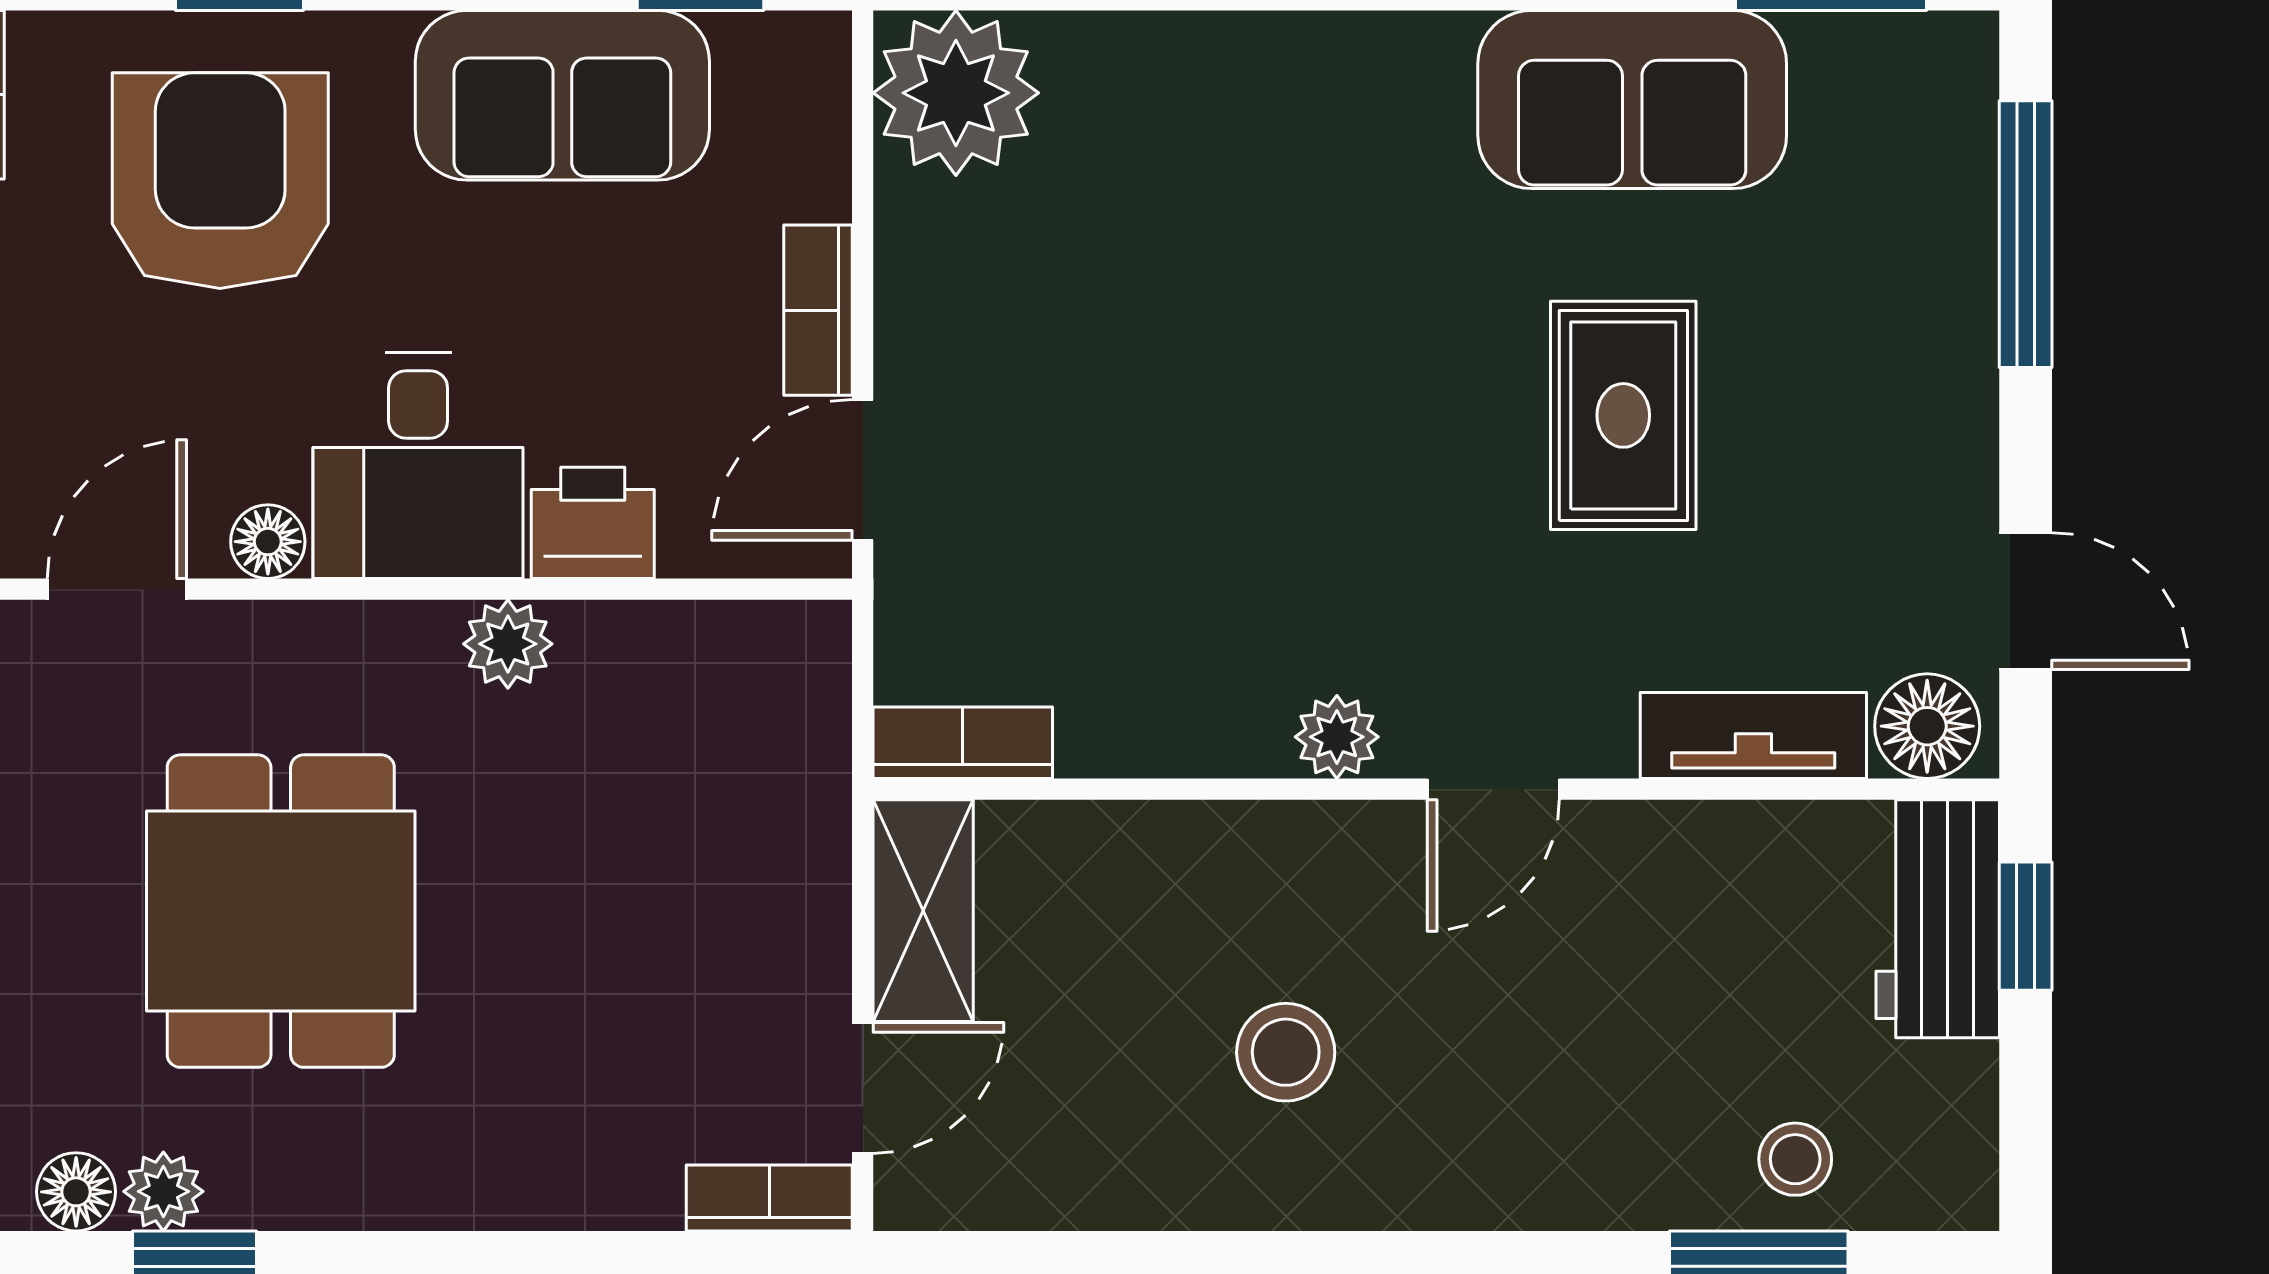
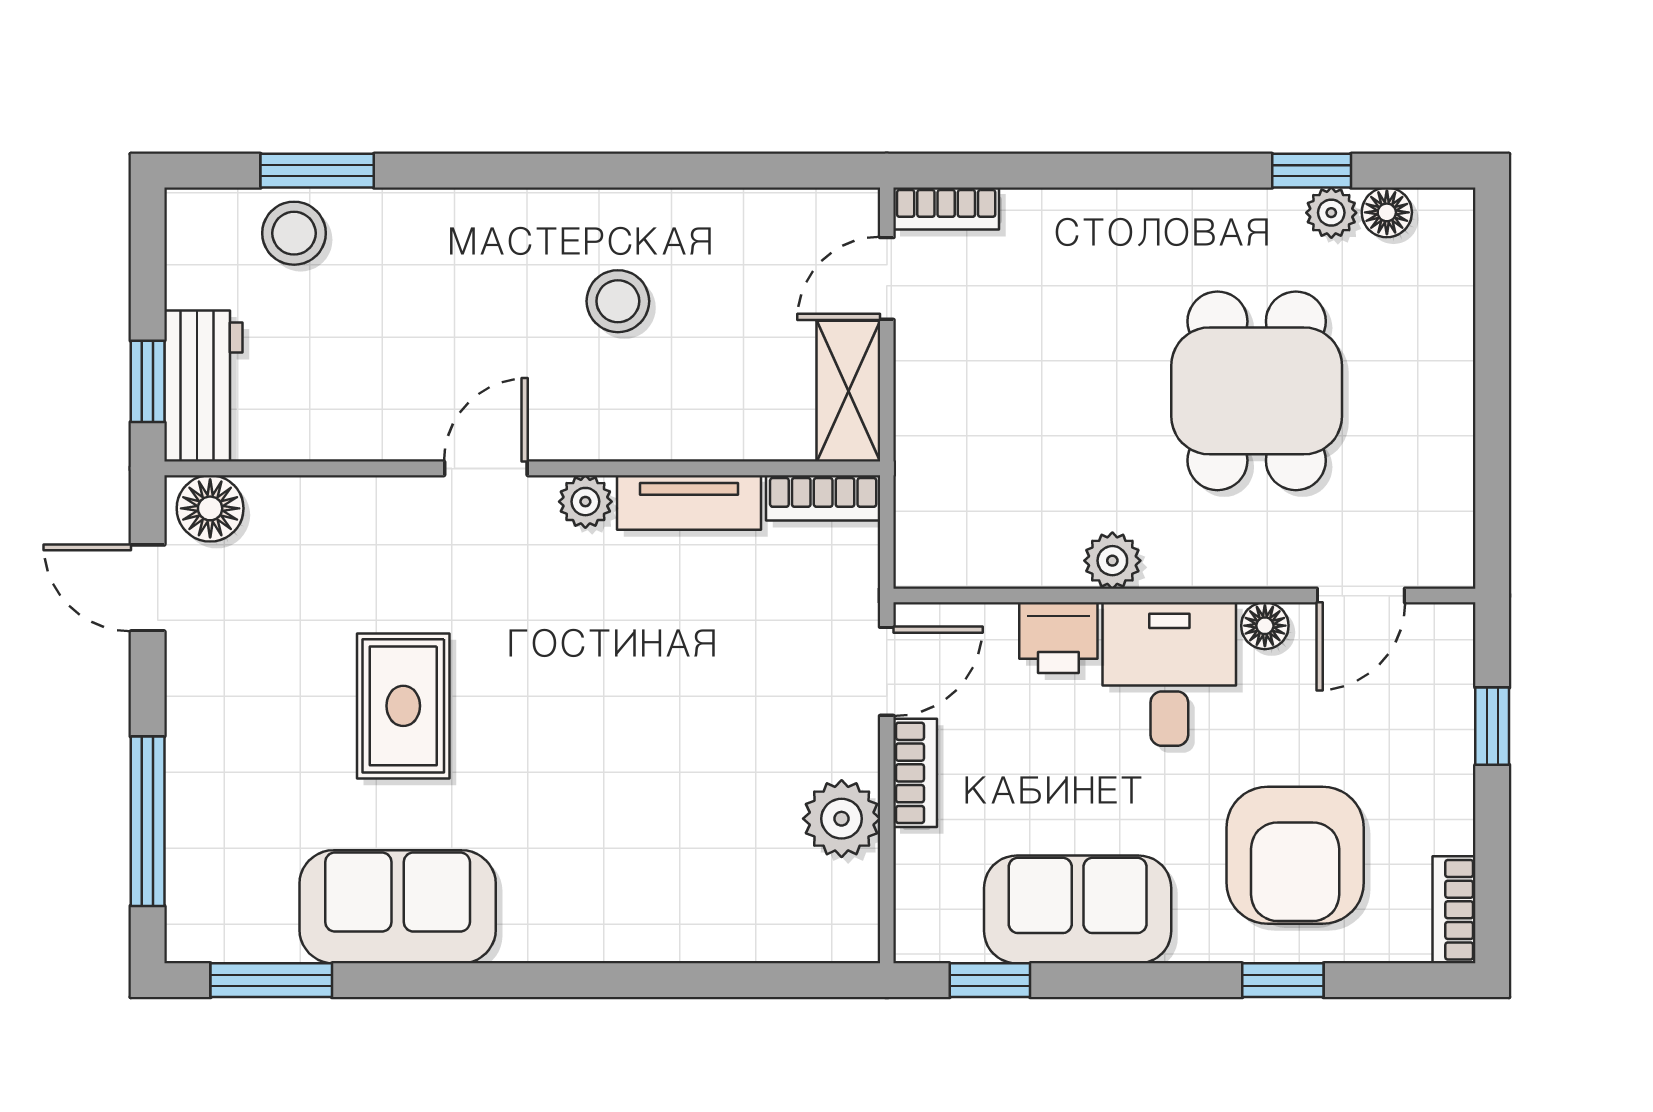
plant: (956, 93) -> (842, 819), moved, width x0.73, depth x0.73
tv unit: (1753, 735) -> (689, 503), moved
stool: (1795, 1159) -> (294, 233), width x1.37, depth x1.37

